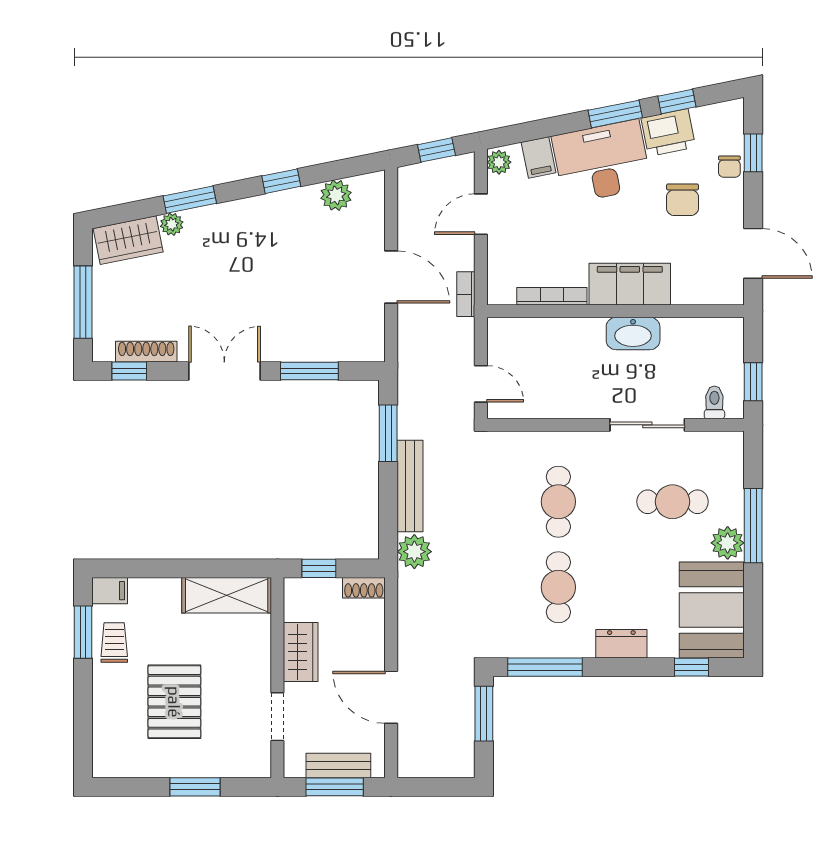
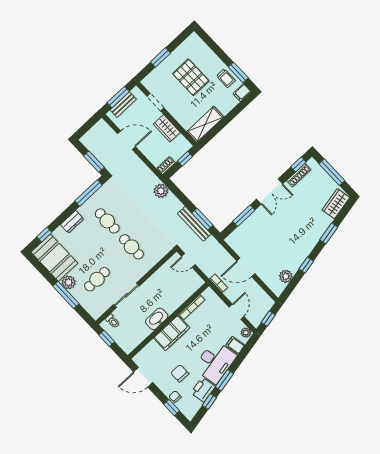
plant: (172, 224) -> (327, 221), removed
bench: (410, 486) -> (194, 224), moved

